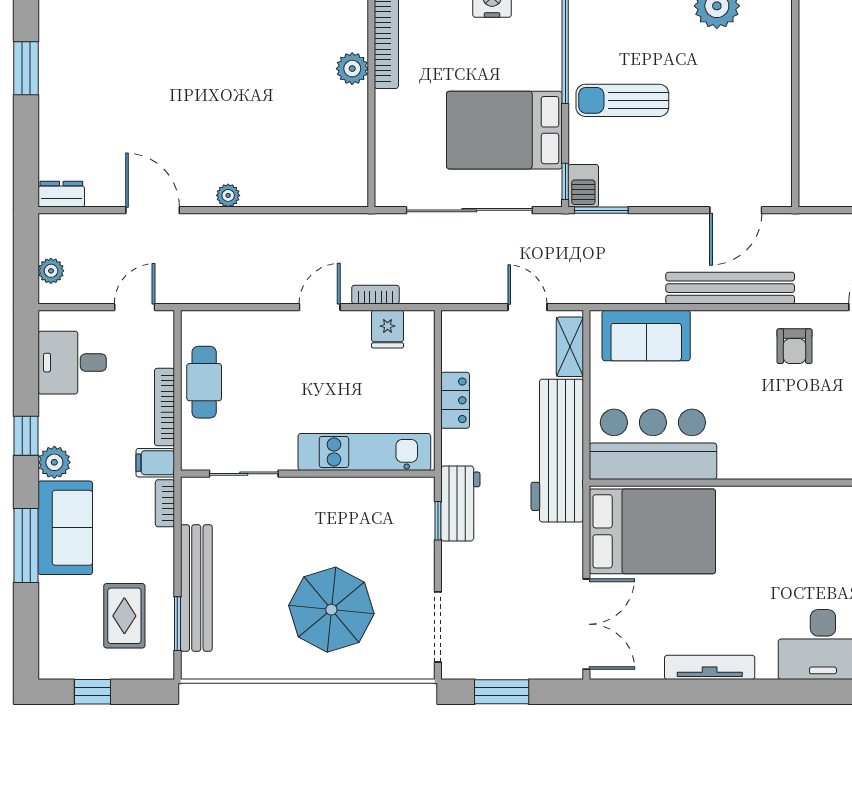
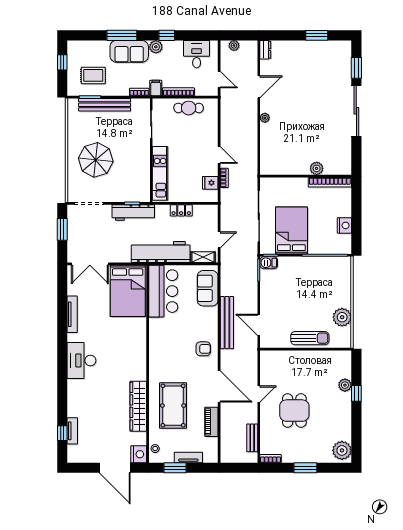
sun lounger: (622, 100) -> (310, 338), moved, turned 90
armchair: (795, 346) -> (203, 349), turned 180
workbench: (460, 503) -> (133, 213), width x1.38

